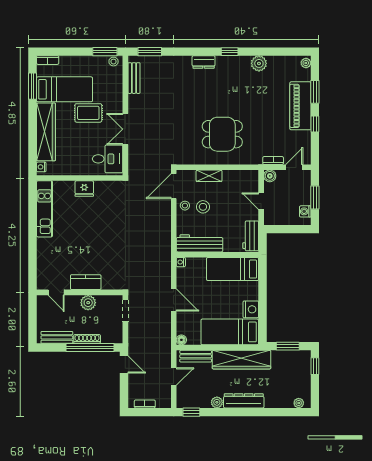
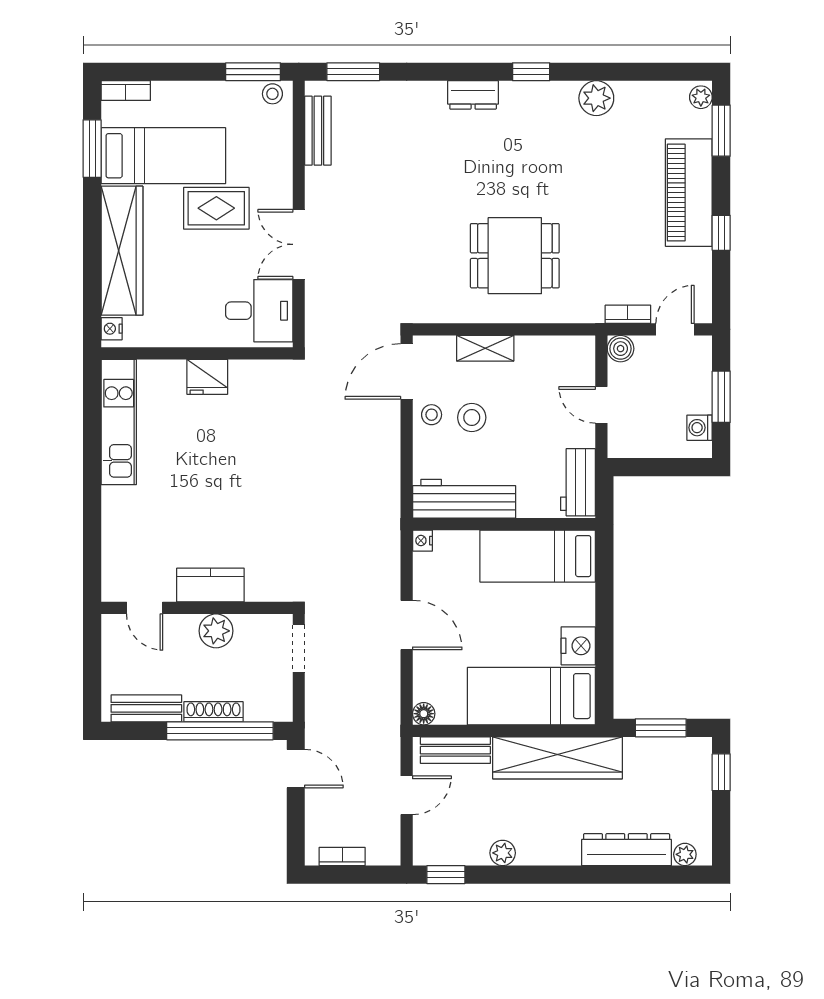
window: (315, 92) -> (721, 131), moved
dresser: (244, 401) -> (627, 850), moved

